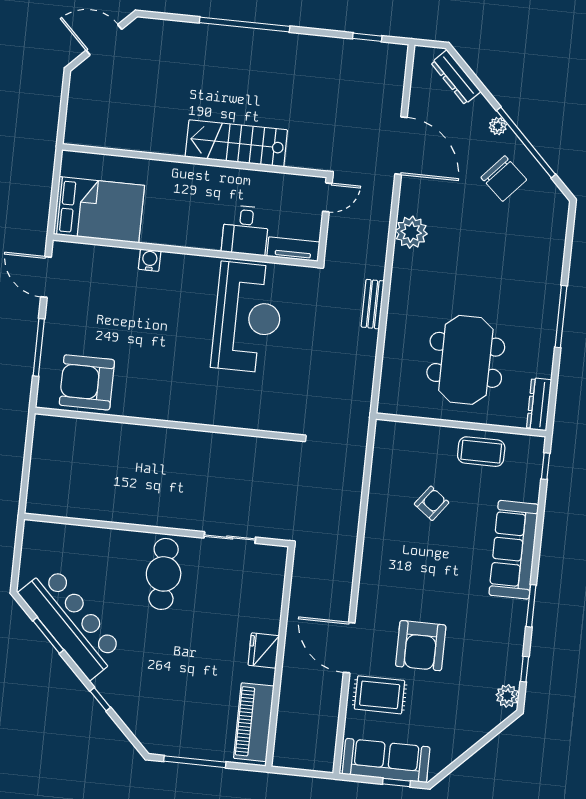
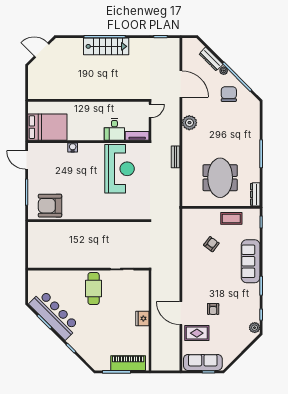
dresser: (456, 77) -> (211, 59), moved
stairs: (236, 143) -> (106, 46), moved, turned 180
chair: (504, 179) -> (229, 94), turned -132
armchair: (421, 646) -> (213, 309), width x0.53, depth x0.53
piano: (254, 722) -> (128, 363), moved, turned 90

